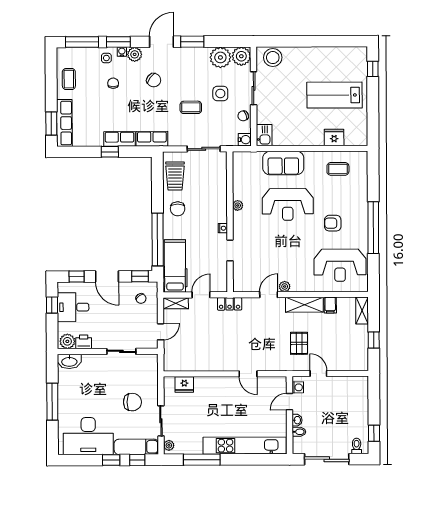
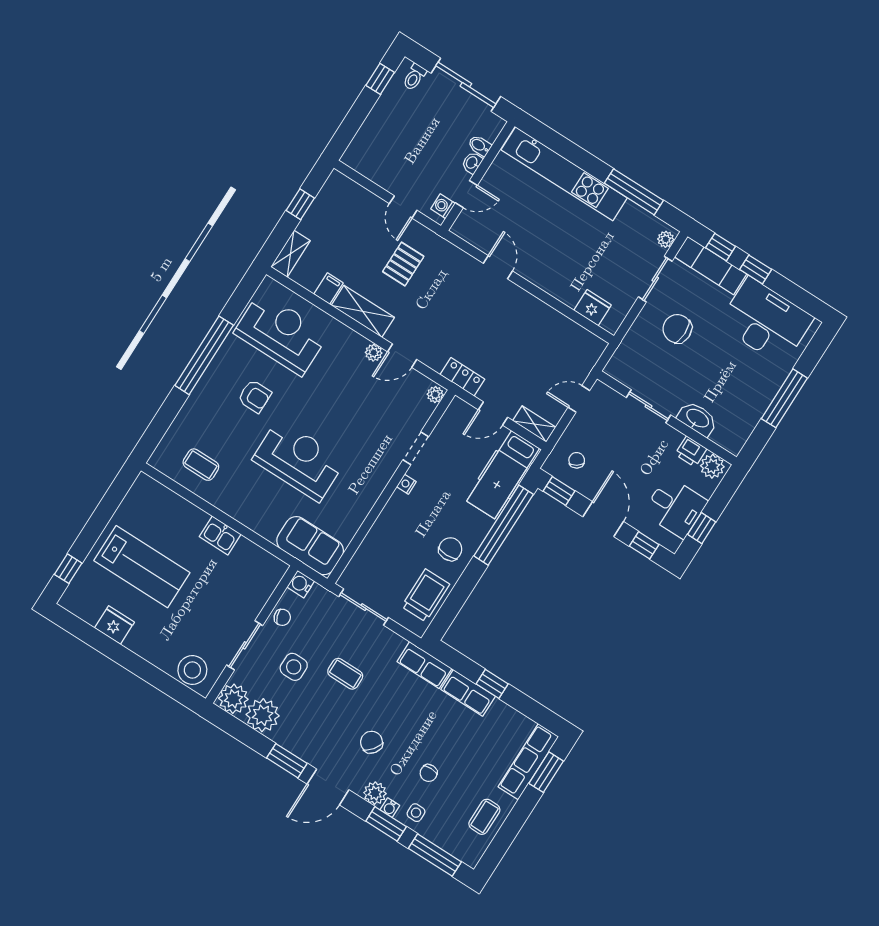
kitchen sink: (264, 135) -> (220, 535), moved, turned -90
fridge: (334, 137) -> (114, 625), moved, turned 180
sofa: (283, 163) -> (310, 546), moved
plant: (238, 205) -> (435, 395), moved
washbasin: (69, 361) -> (697, 419), moved

